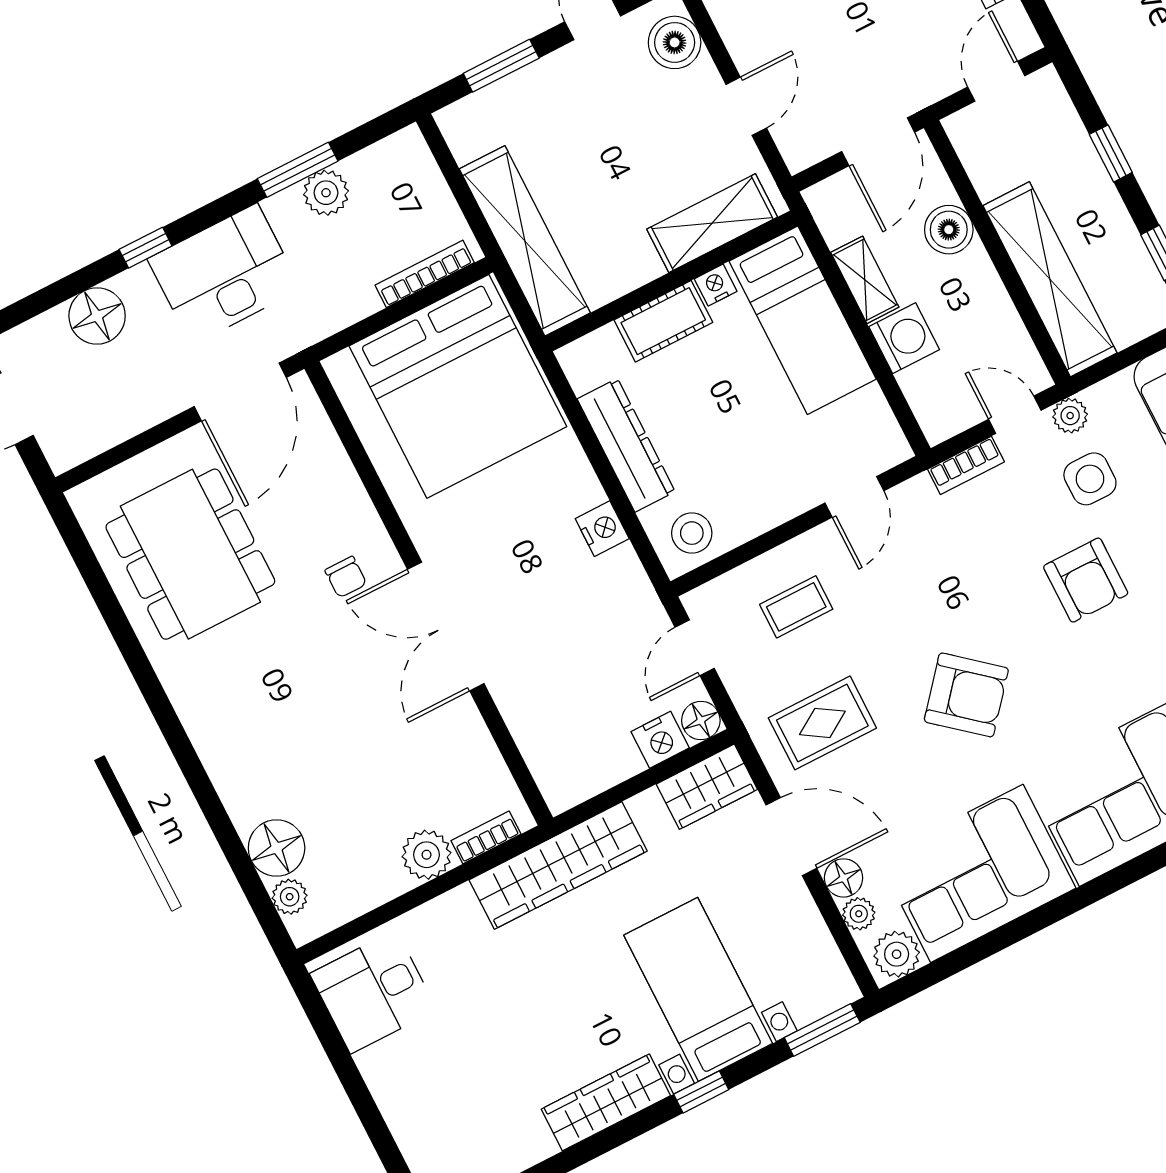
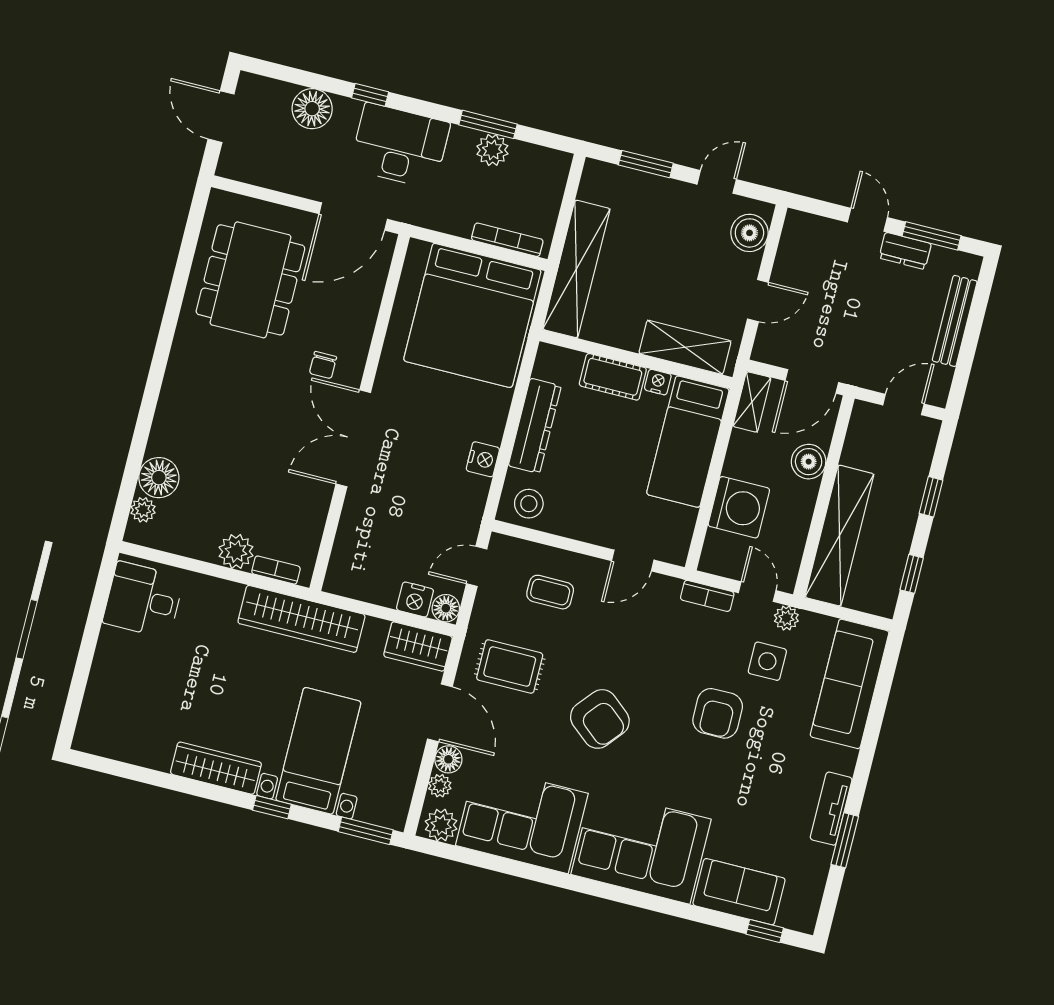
shelving: (865, 280) -> (752, 402), moved
washing machine: (904, 338) -> (739, 507), width x1.37, depth x1.37

